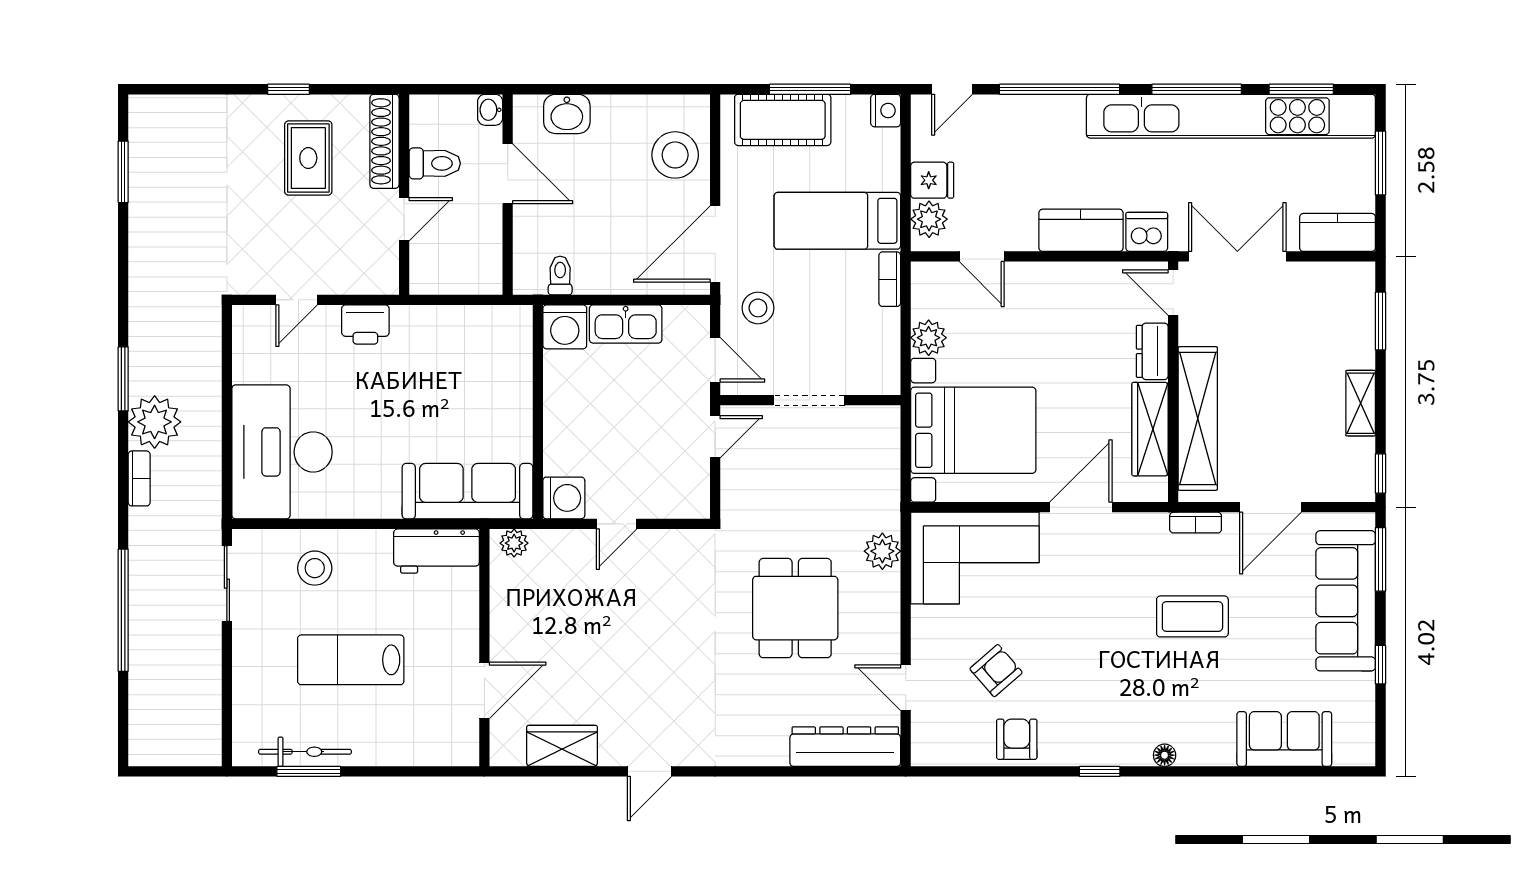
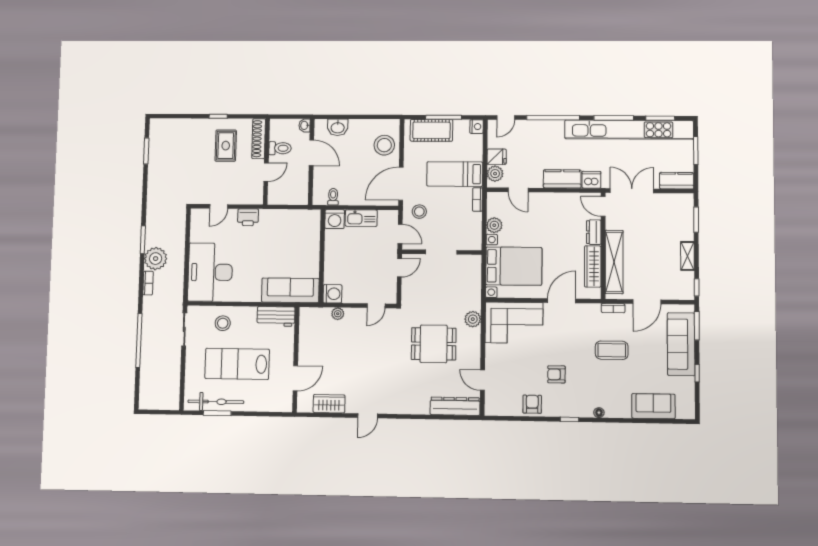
door: (617, 524) -> (376, 306), moved
plant: (514, 543) -> (338, 314), moved
dining table: (795, 608) -> (434, 344), turned 90
lab bench: (351, 660) -> (237, 364), width x1.36, depth x1.39
armchair: (996, 671) -> (556, 374), moved, turned -139
bicycle: (305, 752) -> (216, 402), width x1.37, depth x1.40

